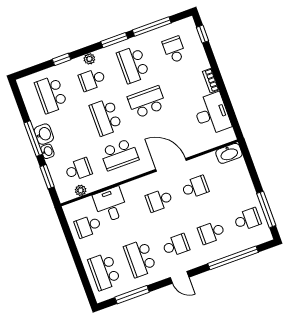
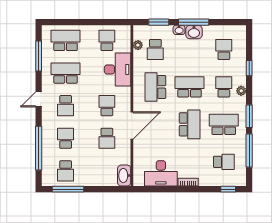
school desk: (51, 94) -> (224, 49), width x0.54
desk: (110, 205) -> (118, 70), width x1.37

